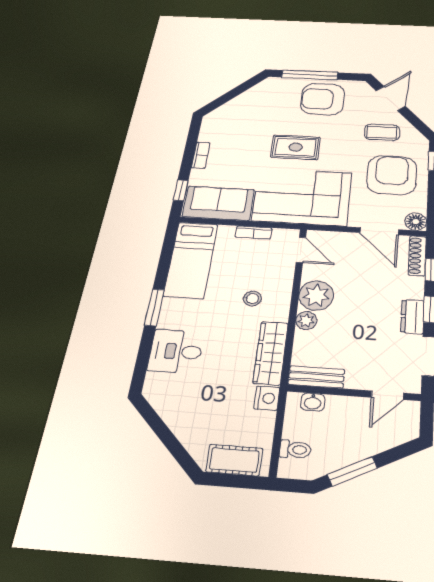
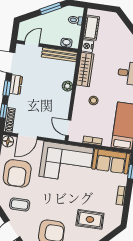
rug: (296, 147) -> (90, 219), moved
door: (379, 231) -> (27, 137), swing flipped
plant: (316, 295) -> (62, 100), removed
bench: (316, 377) -> (59, 55), width x1.36
cot: (234, 460) -> (91, 28), moved, turned 90

